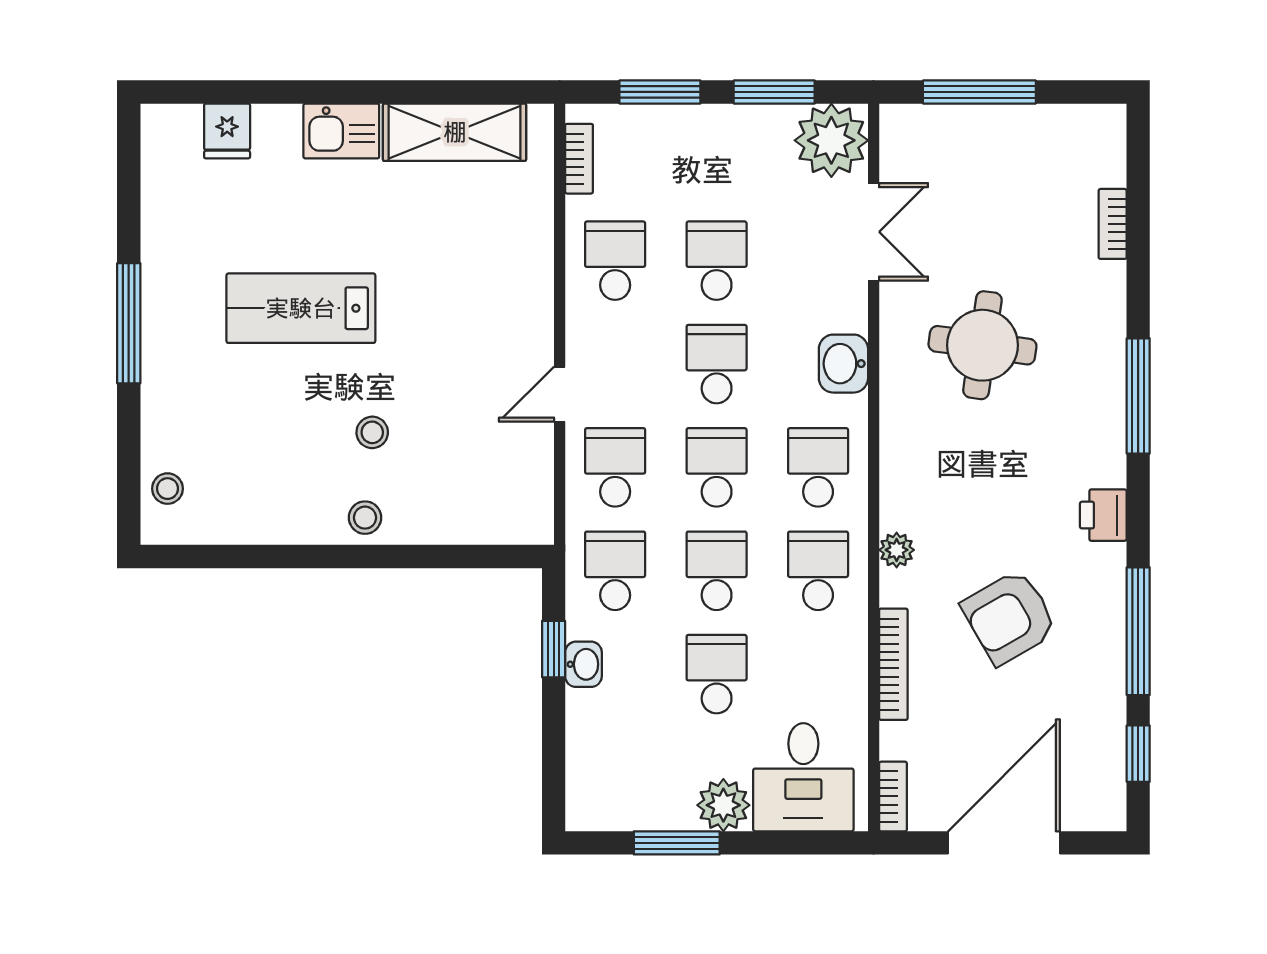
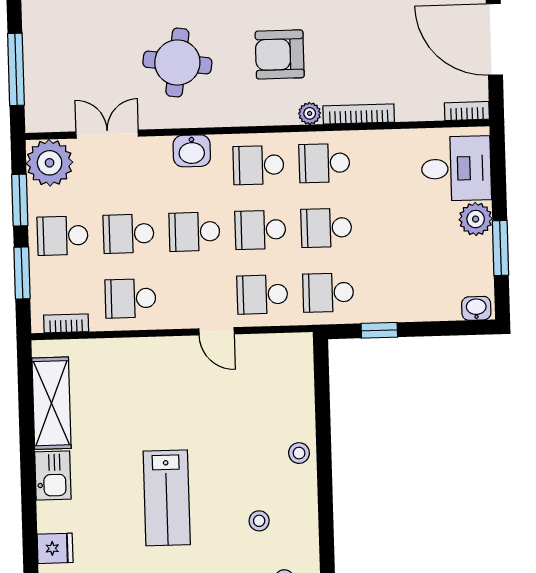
stool: (372, 432) -> (259, 521), moved
armchair: (1010, 617) -> (280, 54), moved, turned 120
washbasin: (583, 664) -> (476, 308), moved
bookcase: (893, 664) -> (359, 114), moved
school desk: (717, 674) -> (63, 236), moved

